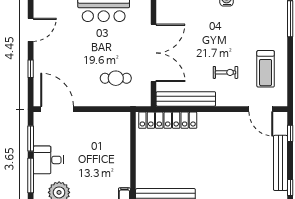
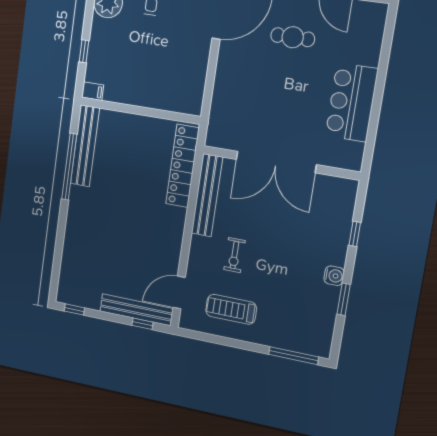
cafe table: (116, 78) -> (293, 37), moved, turned 90
bench: (280, 163) -> (136, 310), moved

